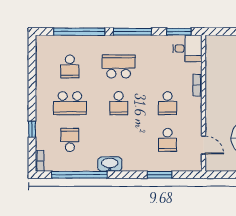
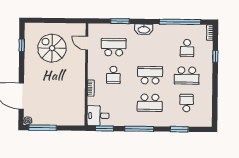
window: (79, 32) -> (179, 129), width x0.47
school desk: (70, 103) -> (187, 76), turned 180
school desk: (119, 103) -> (150, 75), width x1.85
school desk: (168, 103) -> (113, 75), turned 180
school desk: (168, 140) -> (114, 47), width x1.85
washbasin: (110, 164) -> (144, 29), moved

